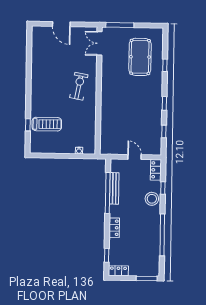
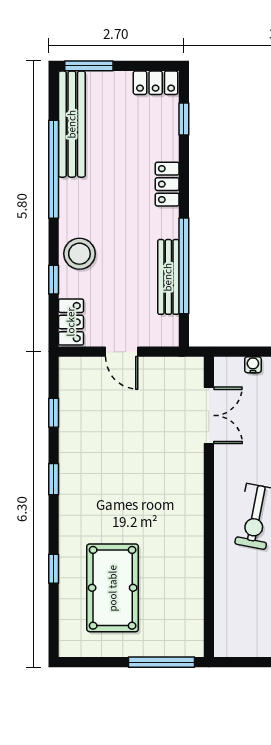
double door: (99, 43) -> (209, 415), moved
bench: (154, 254) -> (72, 124), added

